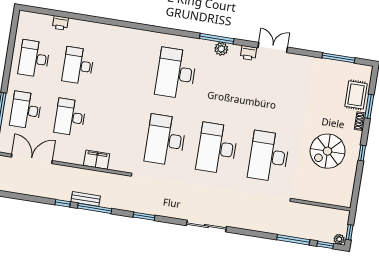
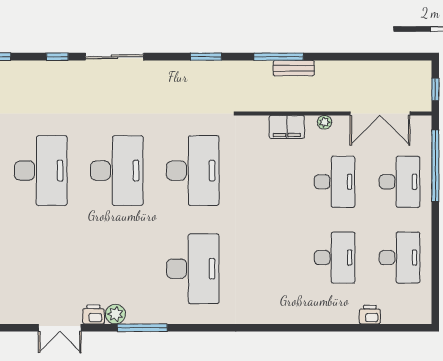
plant: (221, 49) -> (115, 314), moved
plant: (70, 159) -> (324, 122), added
window: (63, 203) -> (57, 57), moved

